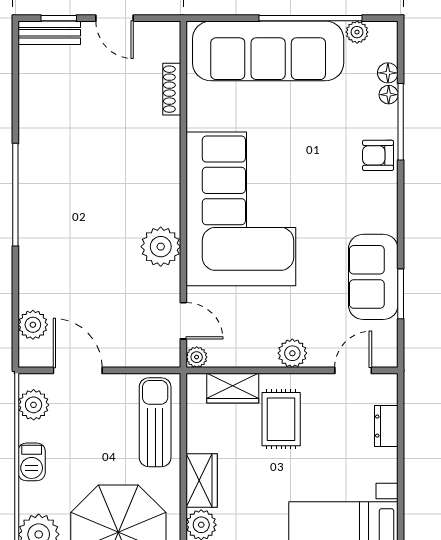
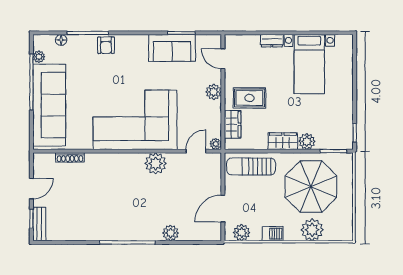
floor lamp: (389, 95) -> (73, 40), removed
plant: (33, 325) -> (171, 233), moved
dresser: (386, 426) -> (272, 41), moved

